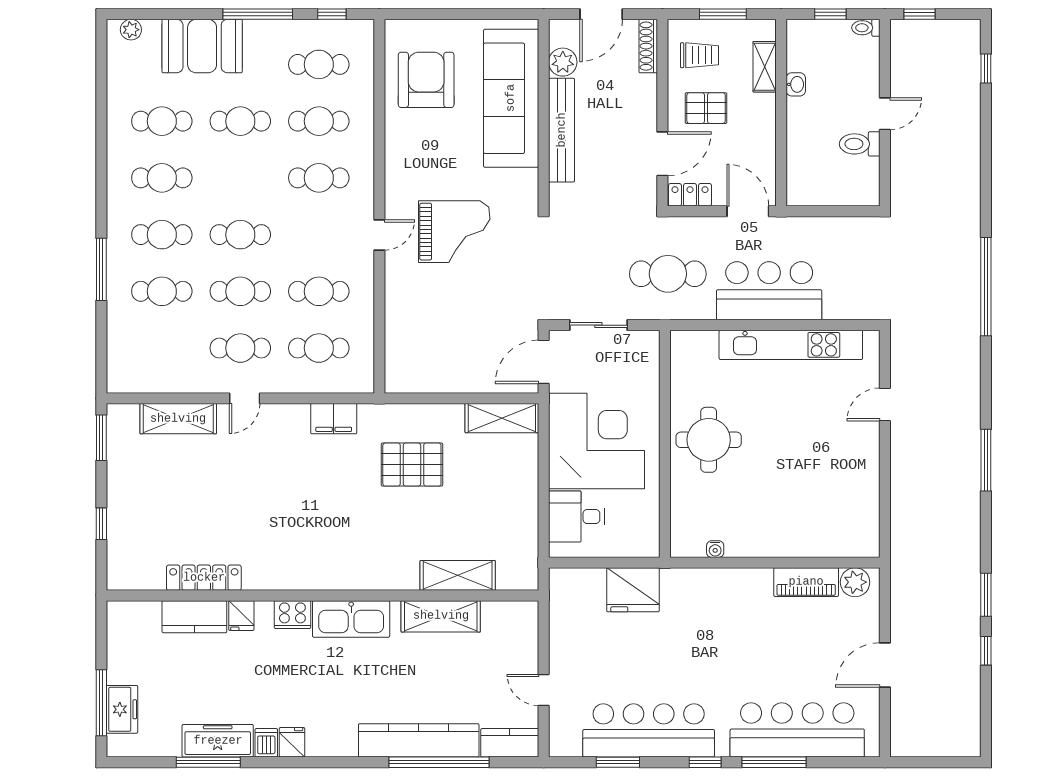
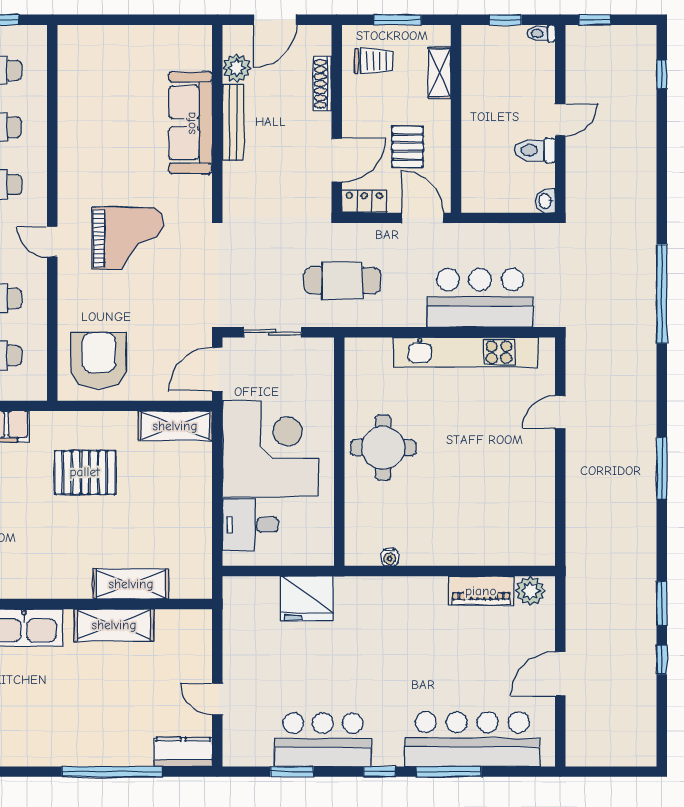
shoe rack: (648, 46) -> (322, 84), moved
armchair: (426, 80) -> (99, 360), moved
washbasin: (796, 84) -> (546, 201), moved, turned 180
sofa: (511, 98) -> (191, 123), width x0.74, depth x0.79
pallet: (706, 108) -> (408, 147), moved, turned 90
bench: (562, 130) -> (233, 122), width x0.73, depth x0.82
door: (379, 235) -> (52, 242), swing flipped
bar counter: (769, 291) -> (480, 298), moved
bar counter: (649, 730) -> (323, 740), width x0.73
kitchen counter: (419, 740) -> (92, 750), removed

